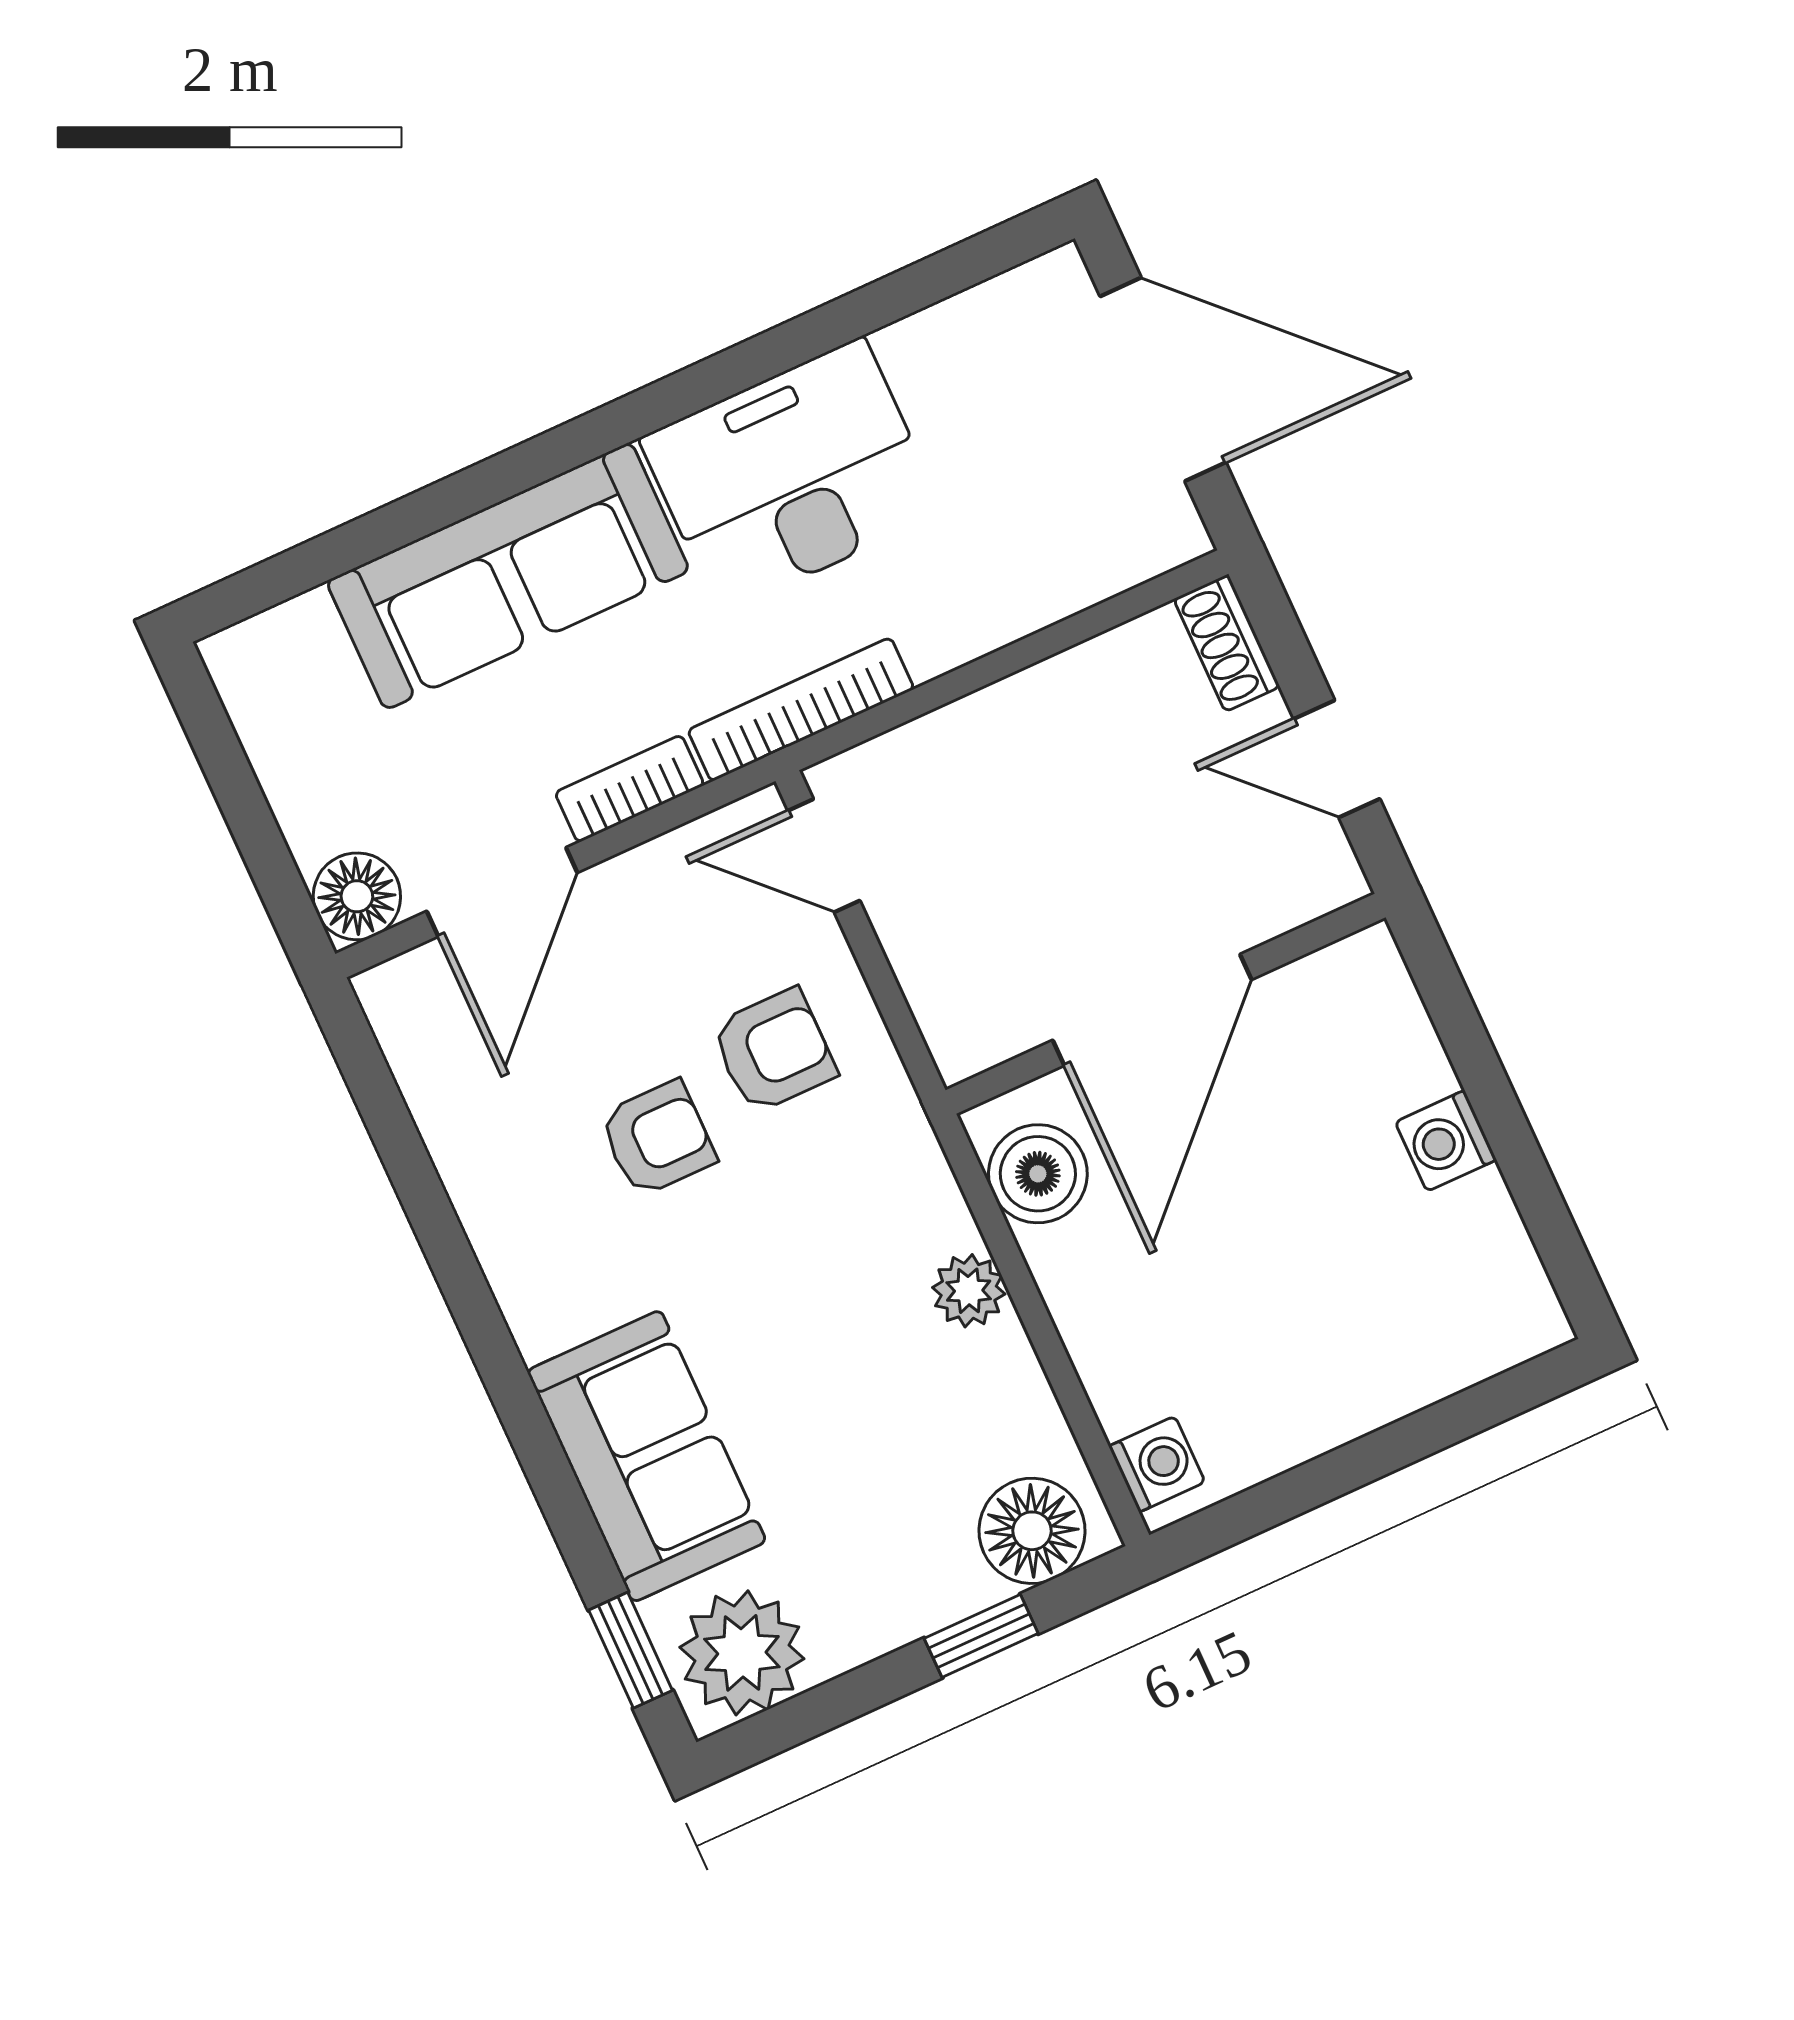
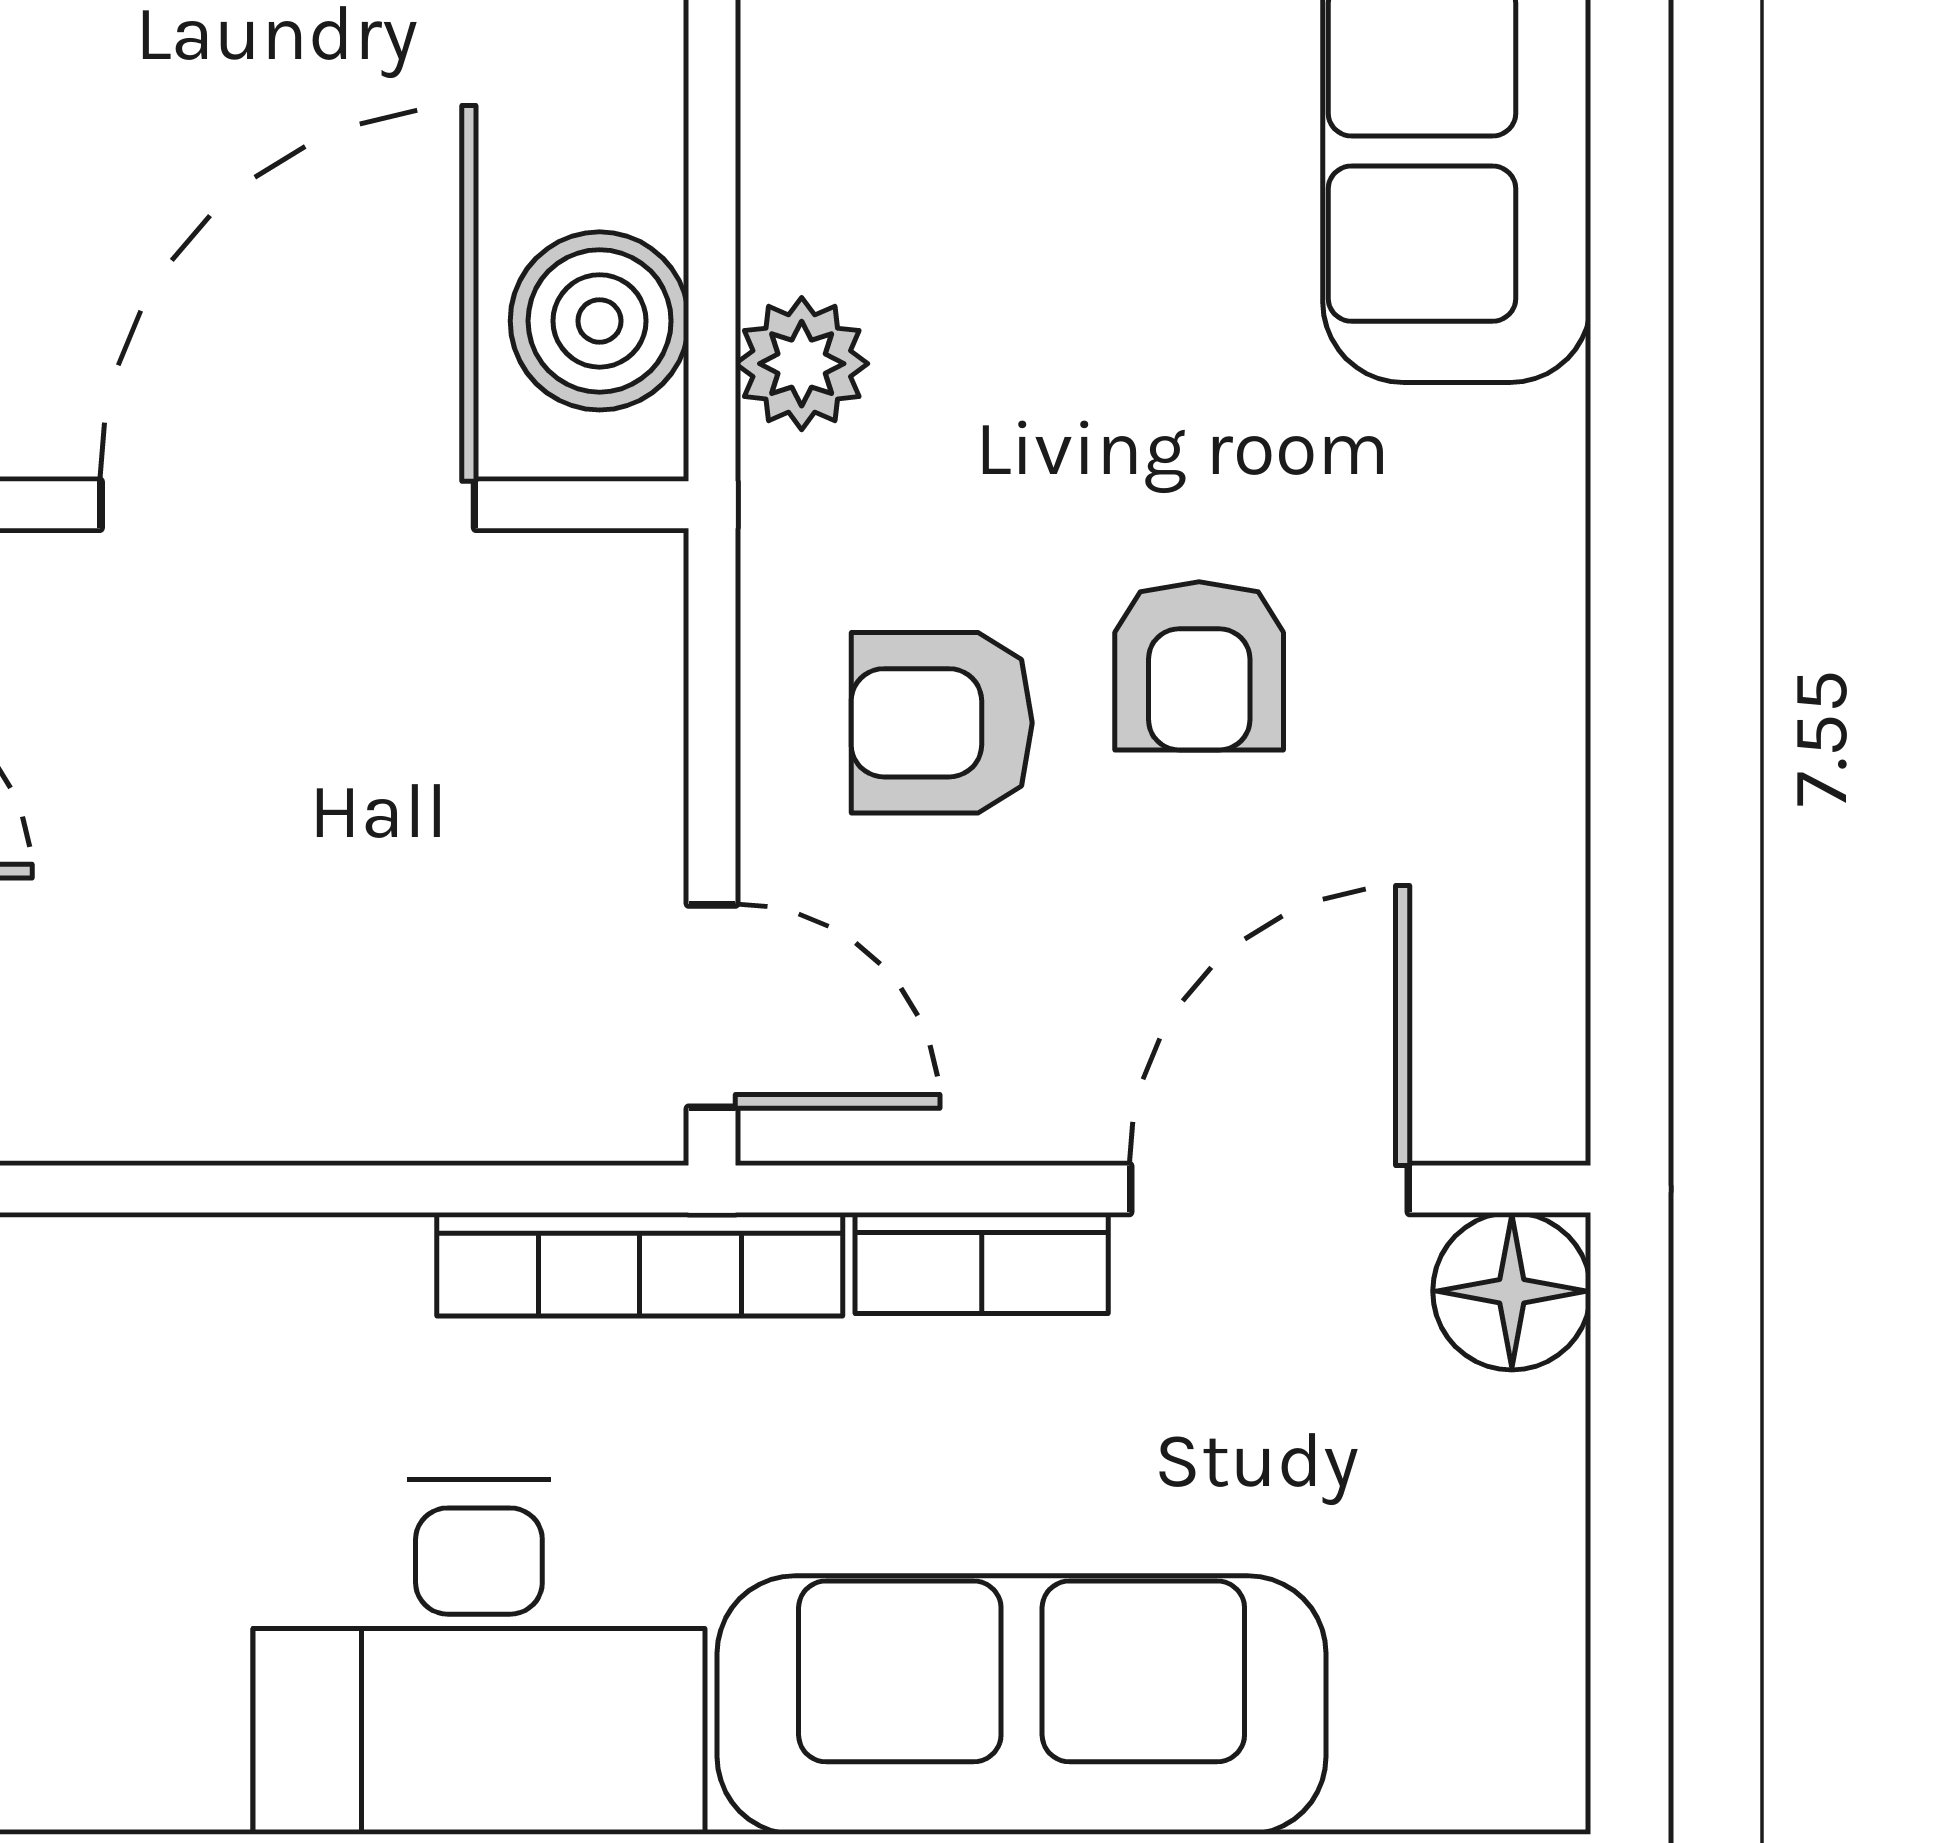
armchair: (658, 1138) -> (1199, 666), turned -90
plant: (969, 1291) -> (802, 364), moved

